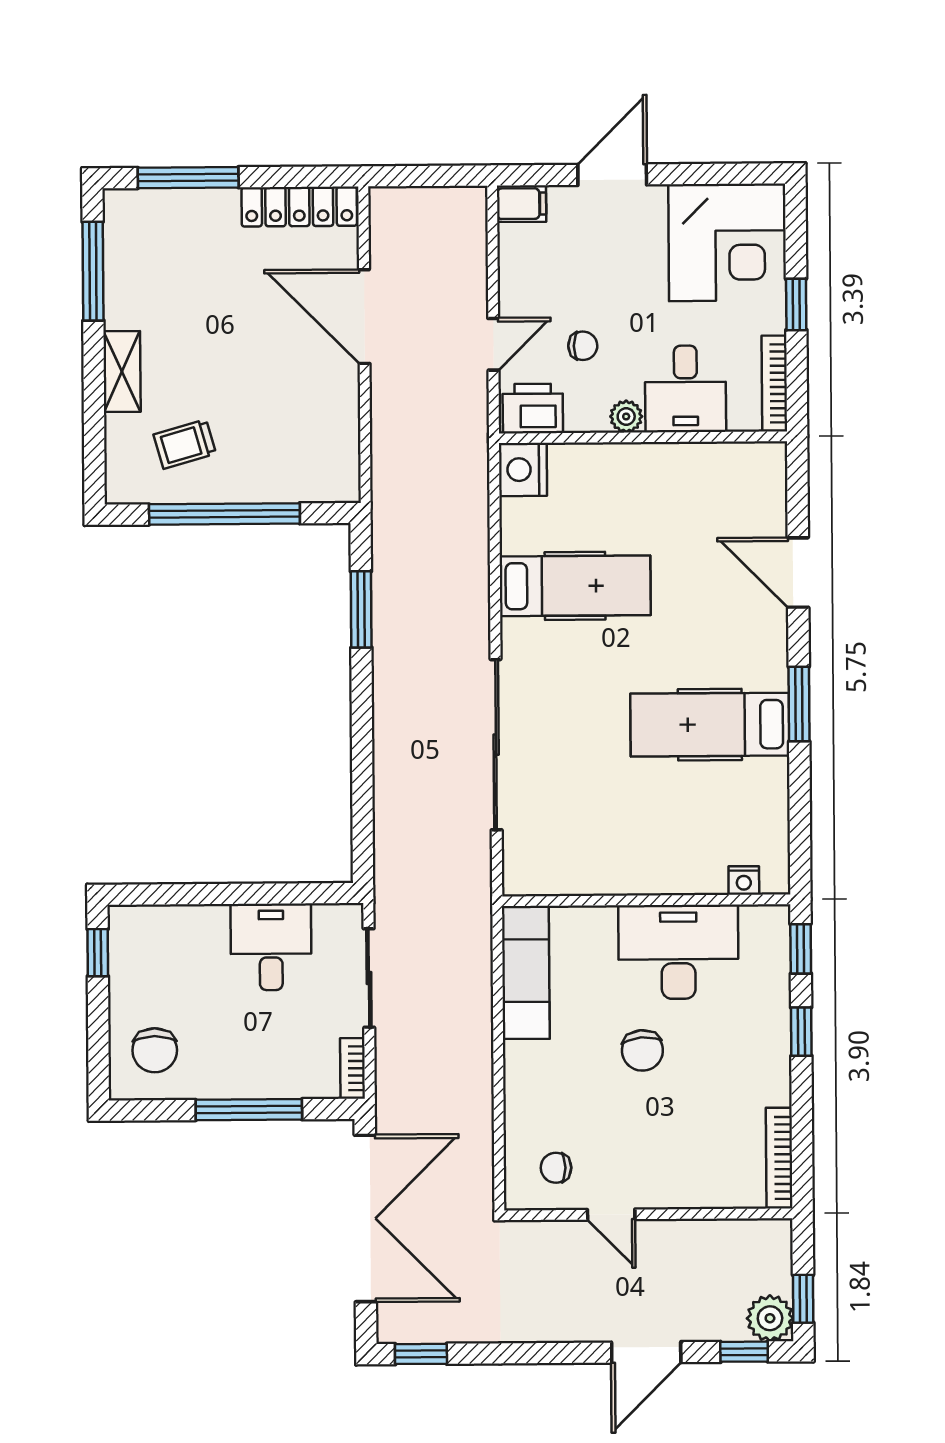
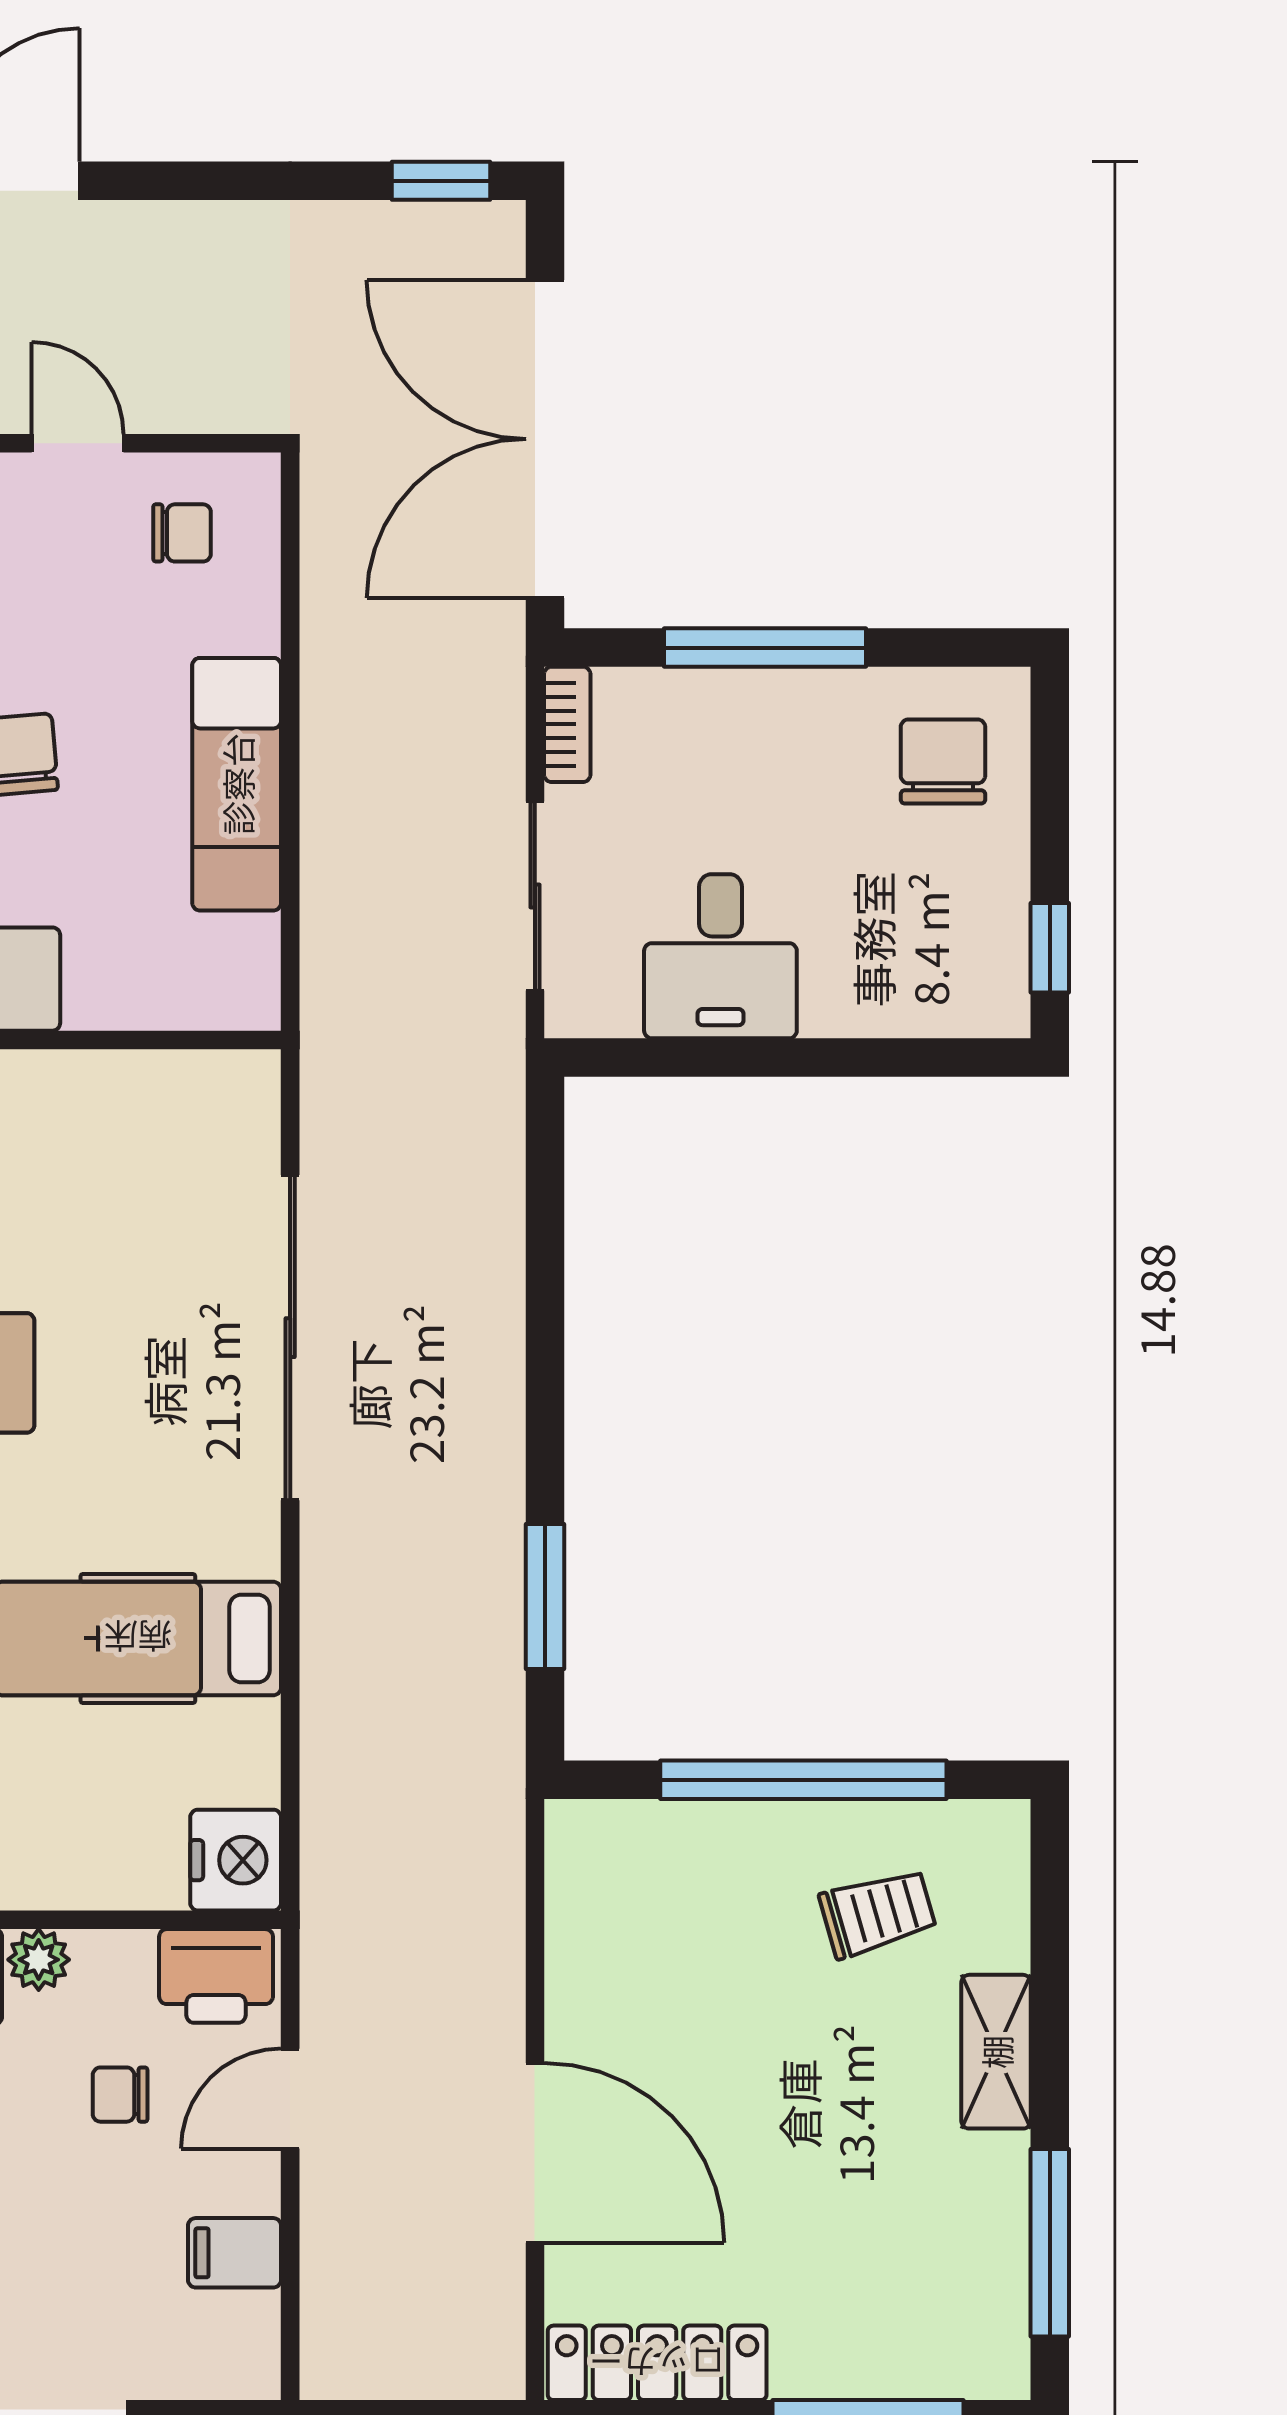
filing cabinet: (522, 204) -> (235, 2253), moved
exam couch: (526, 972) -> (237, 784), moved

